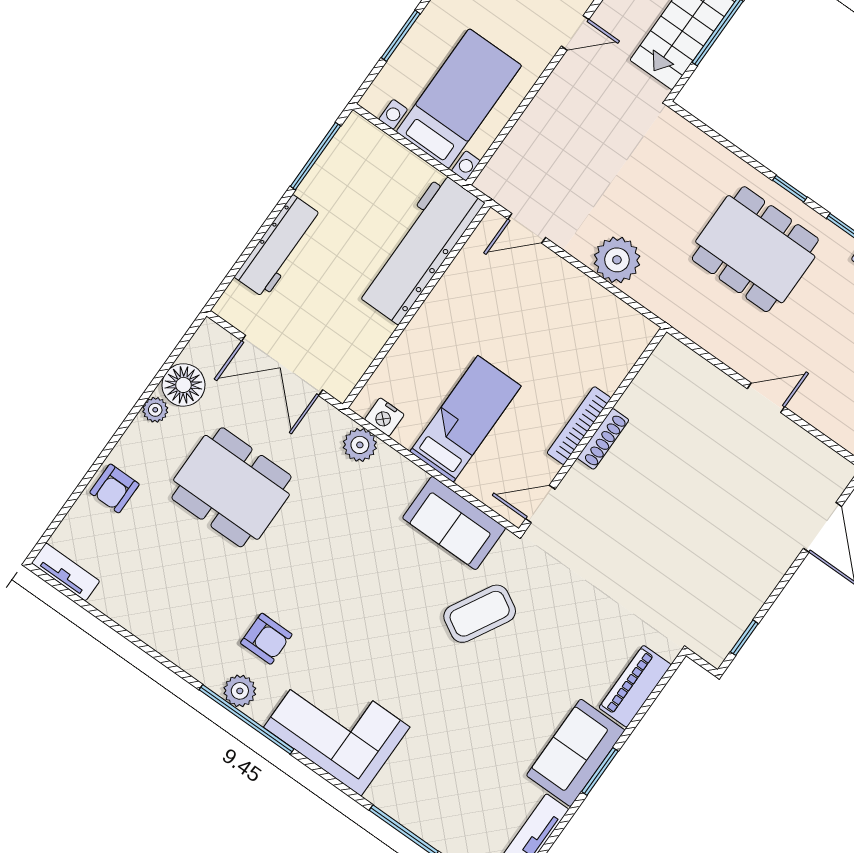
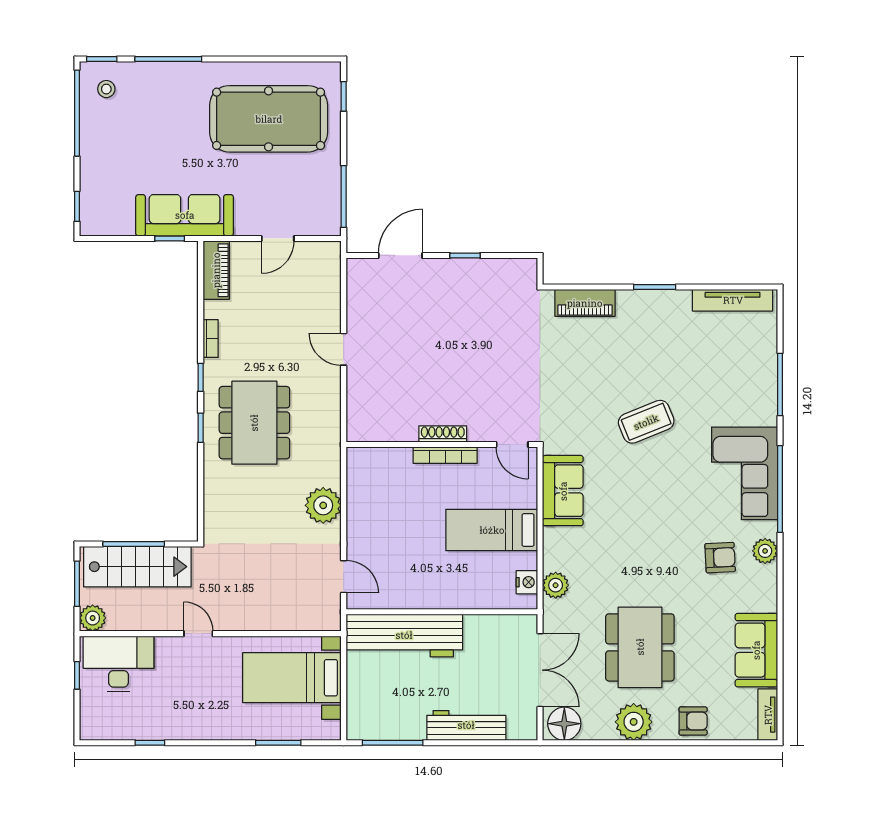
floor lamp: (183, 385) -> (564, 724), moved
plant: (155, 410) -> (634, 722), width x1.88, depth x1.88
coffee table: (480, 614) -> (646, 422), moved, turned -51
window: (744, 638) -> (465, 255), moved
armchair: (266, 639) -> (720, 558), turned 87
window: (246, 719) -> (780, 489), moved
sofa: (576, 753) -> (756, 650), moved, turned 90

